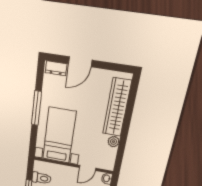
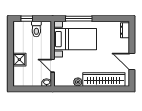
door: (80, 62) -> (132, 62), moved
window: (36, 108) -> (79, 19), moved

